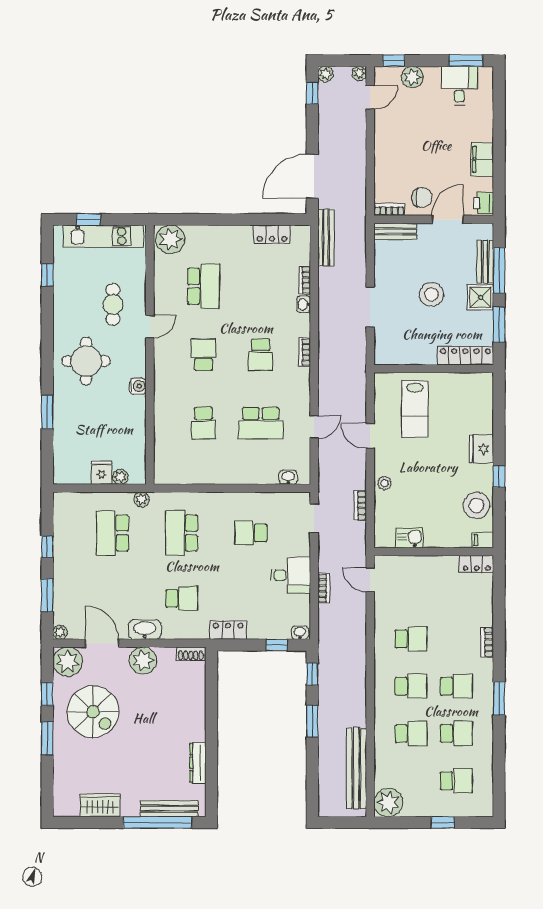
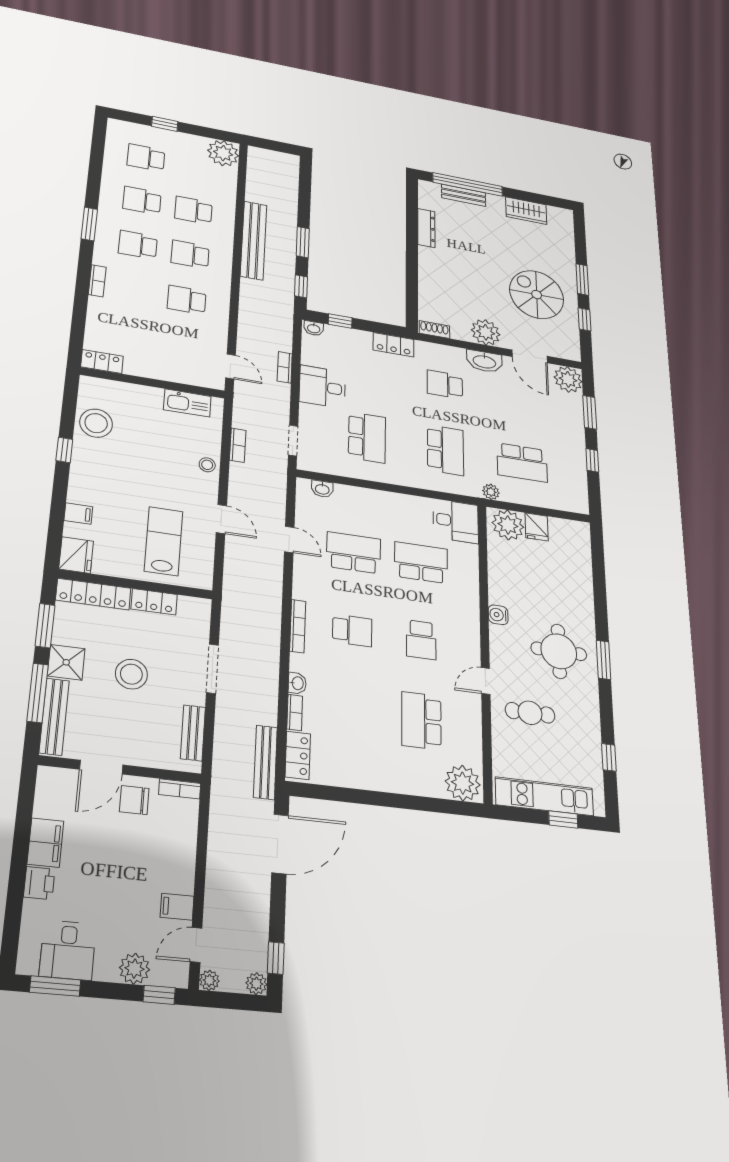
filing cabinet: (385, 123) -> (177, 907), added
printer: (484, 203) -> (39, 883), moved
bench: (395, 231) -> (193, 733), moved, turned 90
locker: (272, 234) -> (298, 755), moved, turned 90
bench: (485, 262) -> (54, 717), width x1.36
cafe table: (113, 304) -> (530, 713), turned 90
bookcase: (305, 352) -> (298, 626), width x1.56
school desk: (261, 355) -> (352, 630), turned 90
locker: (419, 356) -> (154, 602), added
window: (47, 412) -> (603, 660), moved
school desk: (203, 423) -> (421, 563), width x1.85
door: (314, 427) -> (289, 539), swing flipped
fridge: (481, 449) -> (76, 555), moved
desk: (173, 466) -> (456, 521), added
plant: (120, 477) -> (508, 525), width x1.87, depth x1.87
school desk: (112, 533) -> (522, 463), turned 90
school desk: (251, 533) -> (367, 437), width x1.85
kitchen sink: (409, 538) -> (187, 403), width x1.38
filing cabinet: (483, 540) -> (78, 514), moved
plant: (60, 632) -> (568, 379), width x1.88, depth x1.88
plant: (67, 662) -> (565, 346), removed
bench: (356, 769) -> (254, 240), moved
bench: (169, 809) -> (464, 195), width x0.73

